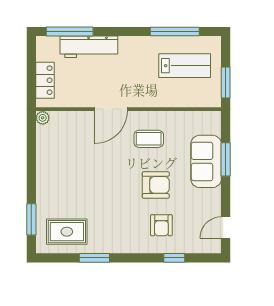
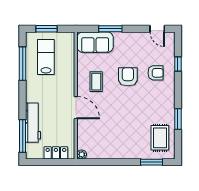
window: (226, 83) -> (47, 29), moved
sofa: (206, 161) -> (95, 42), moved

